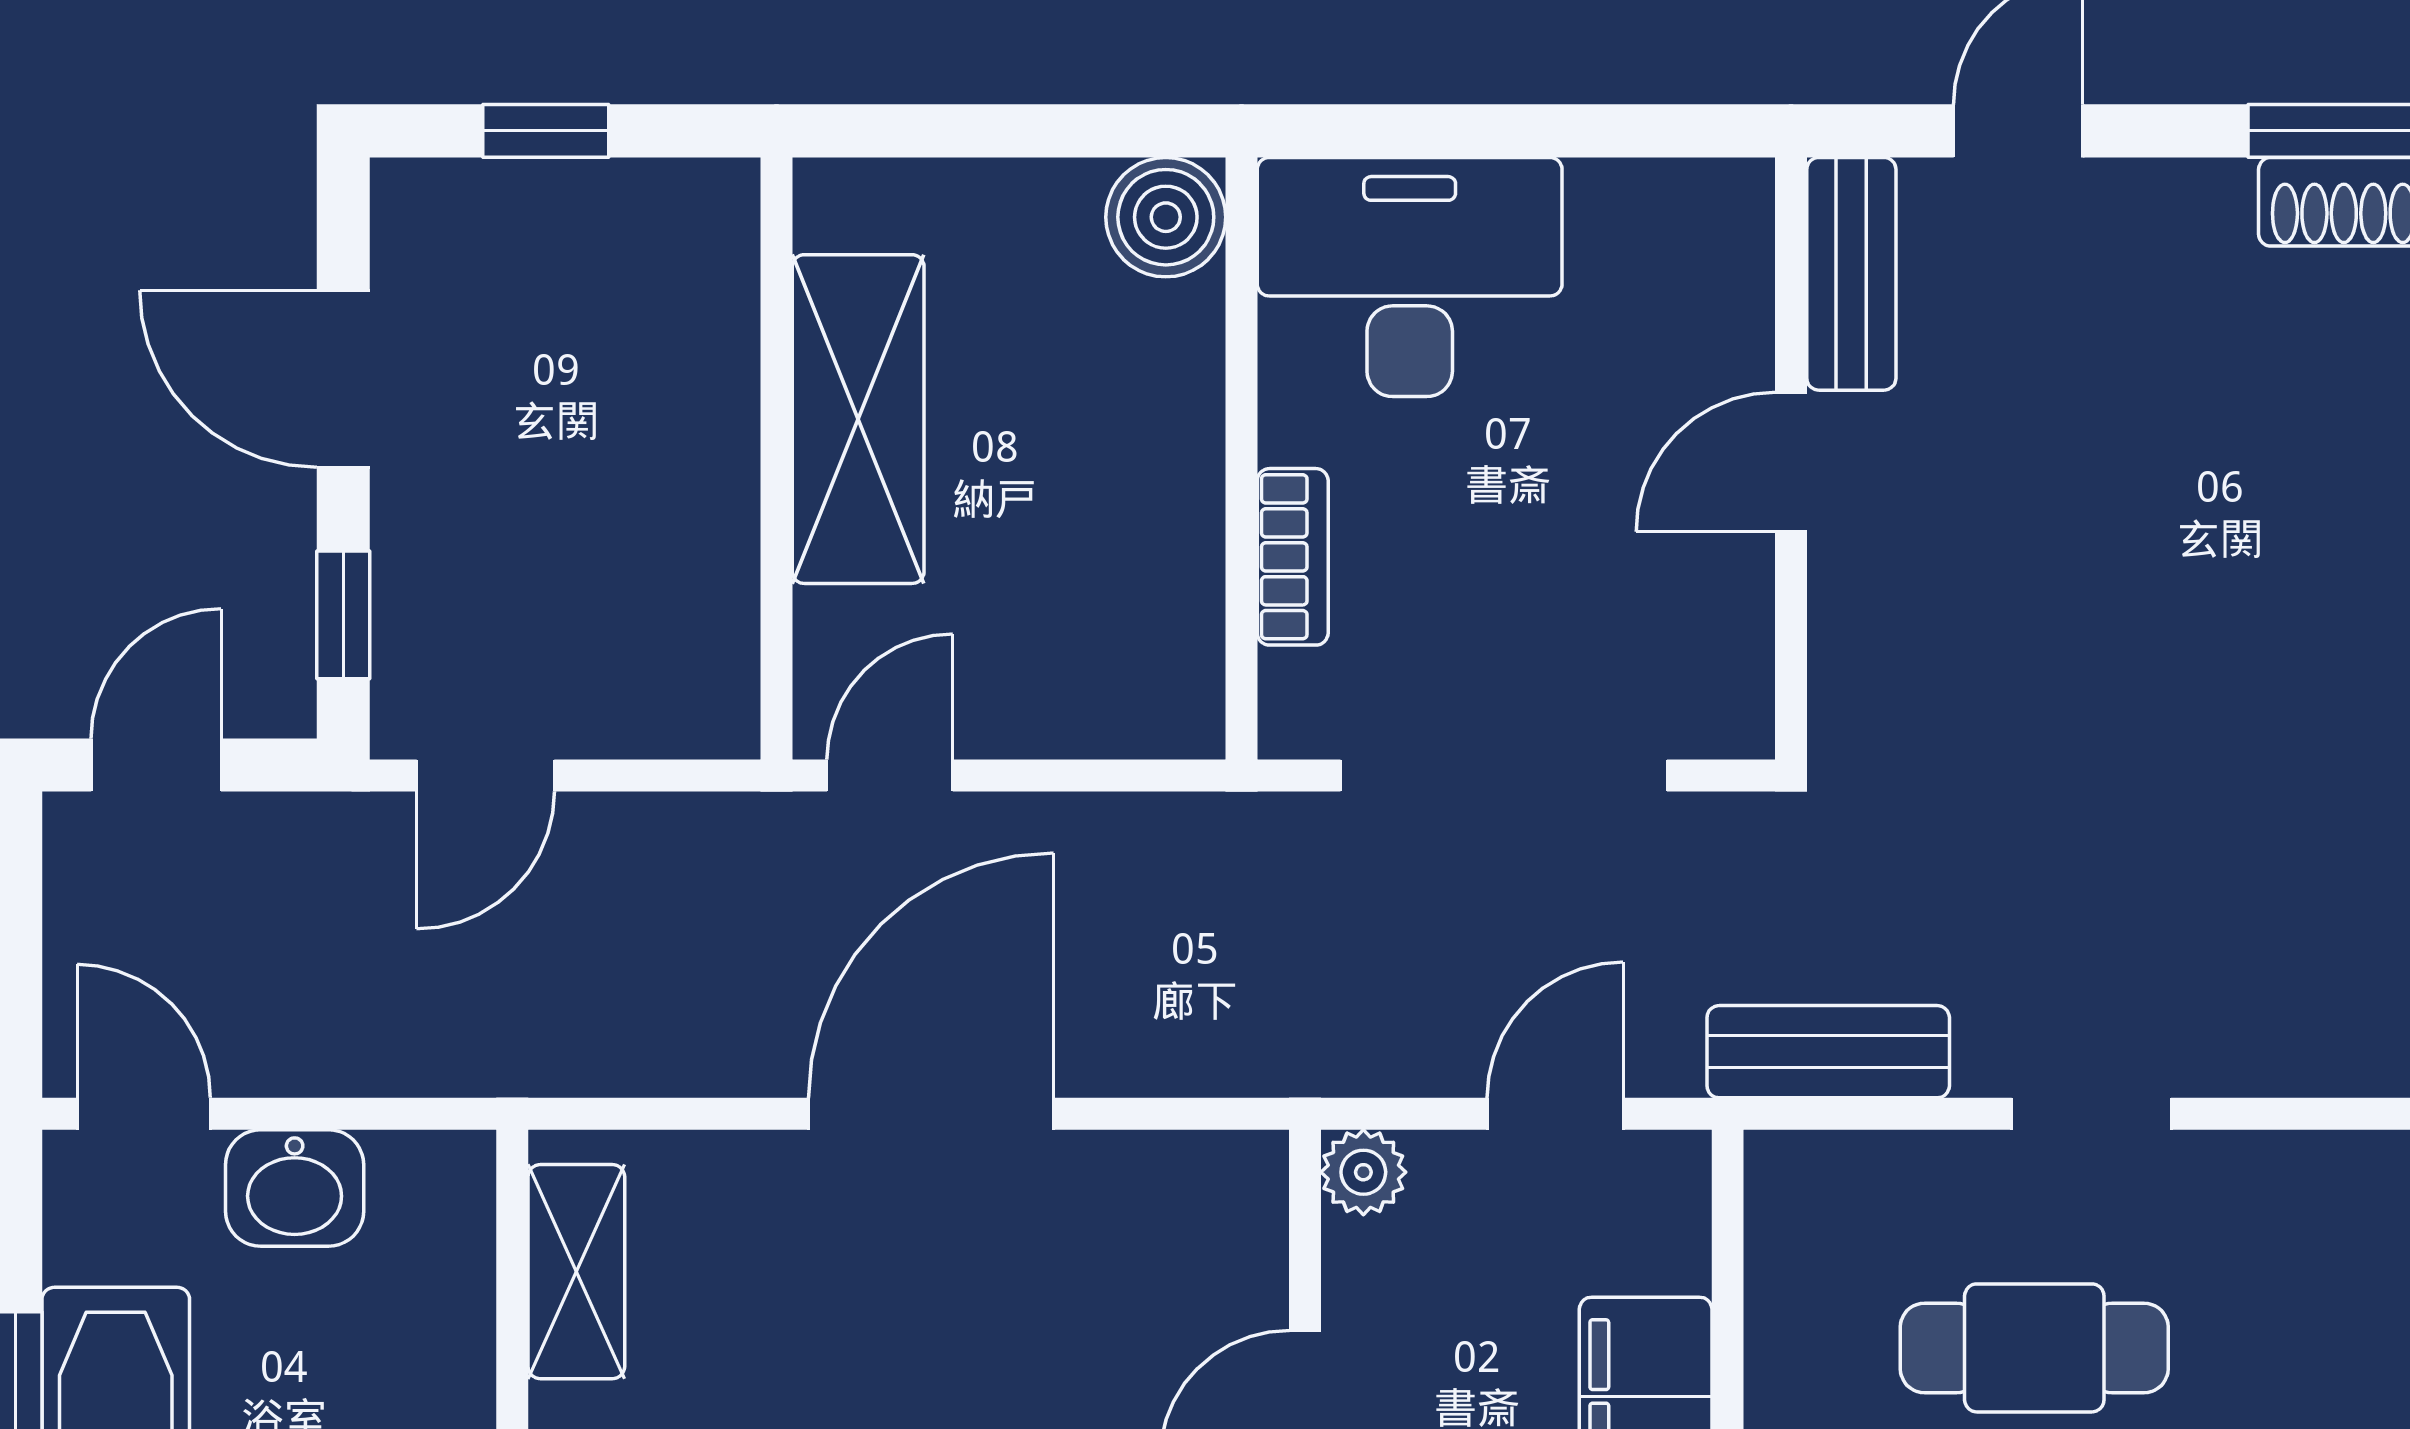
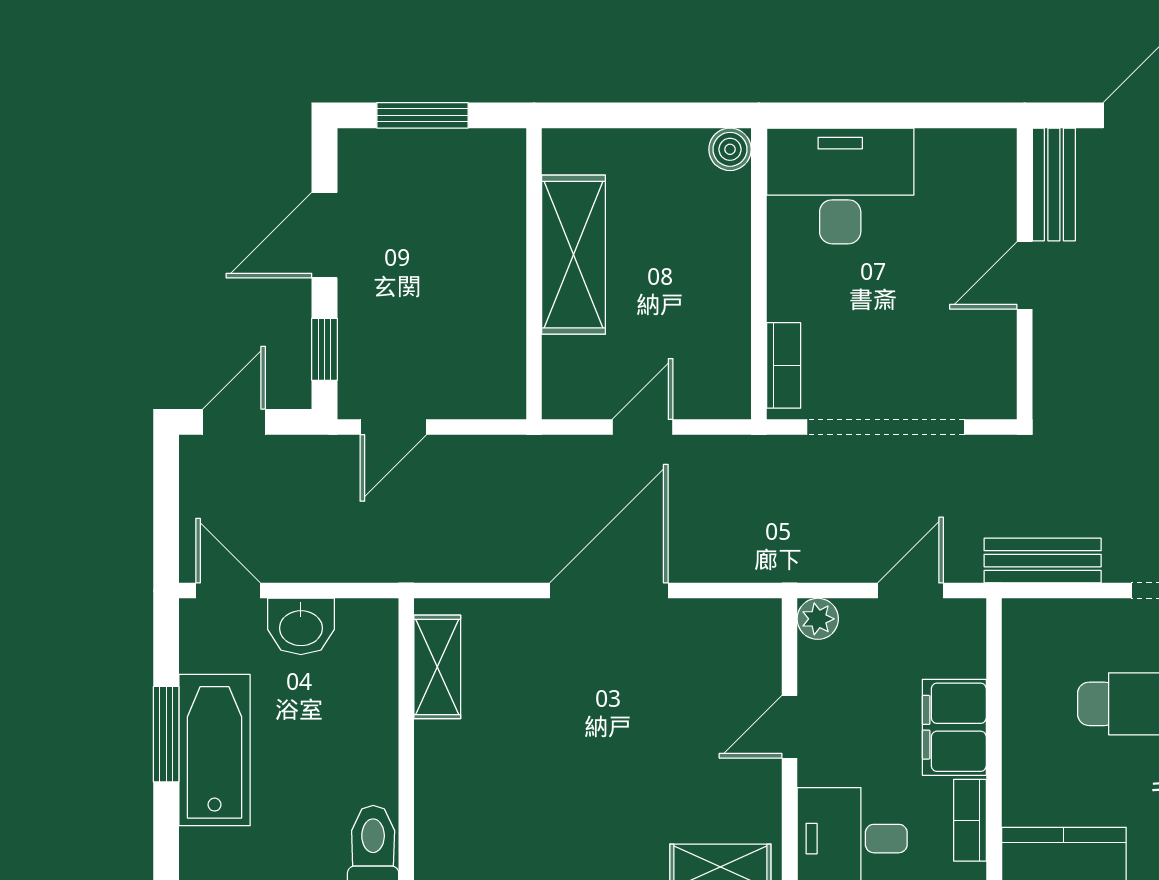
window: (546, 131) -> (422, 115), width x1.50
boiler: (1166, 217) -> (730, 149), width x0.73, depth x0.73
door: (343, 379) -> (324, 235), hinge flipped
bookcase: (1293, 557) -> (784, 365), moved
door: (890, 776) -> (642, 427), moved

